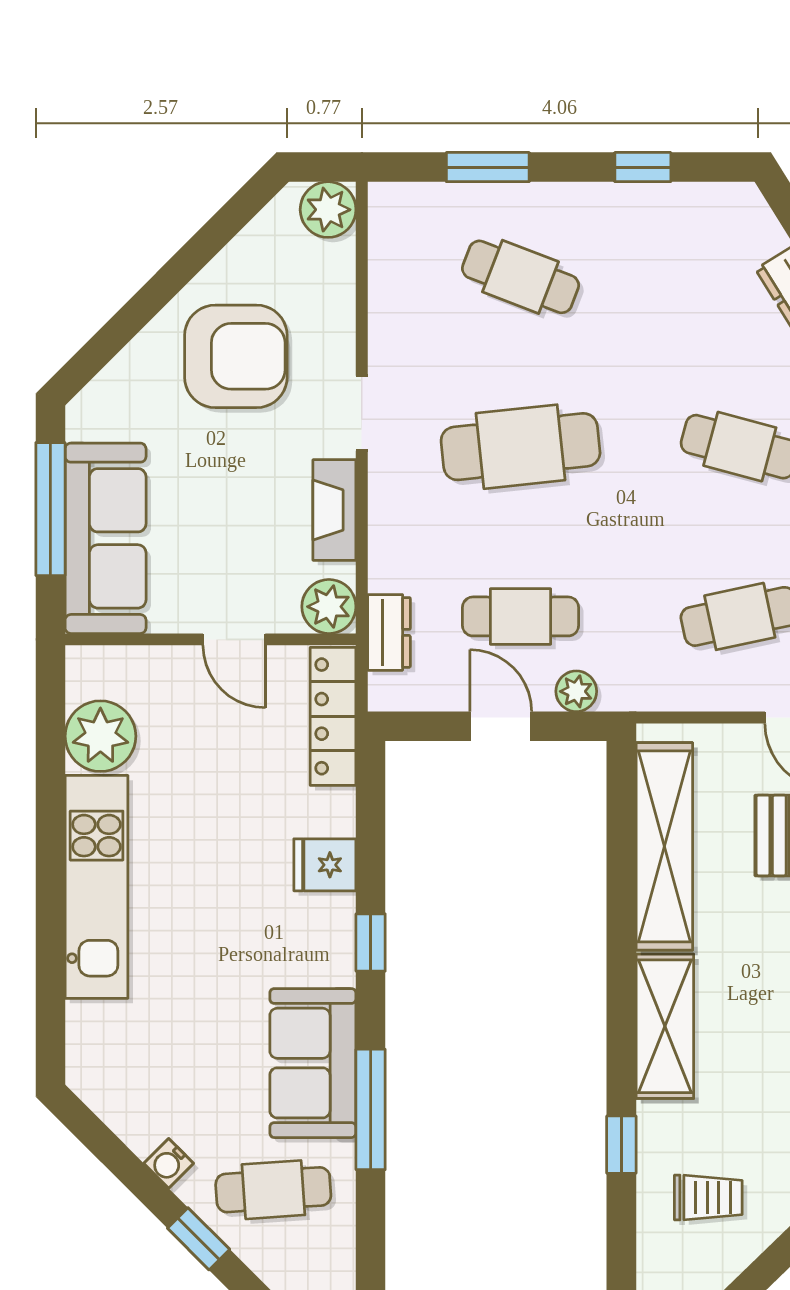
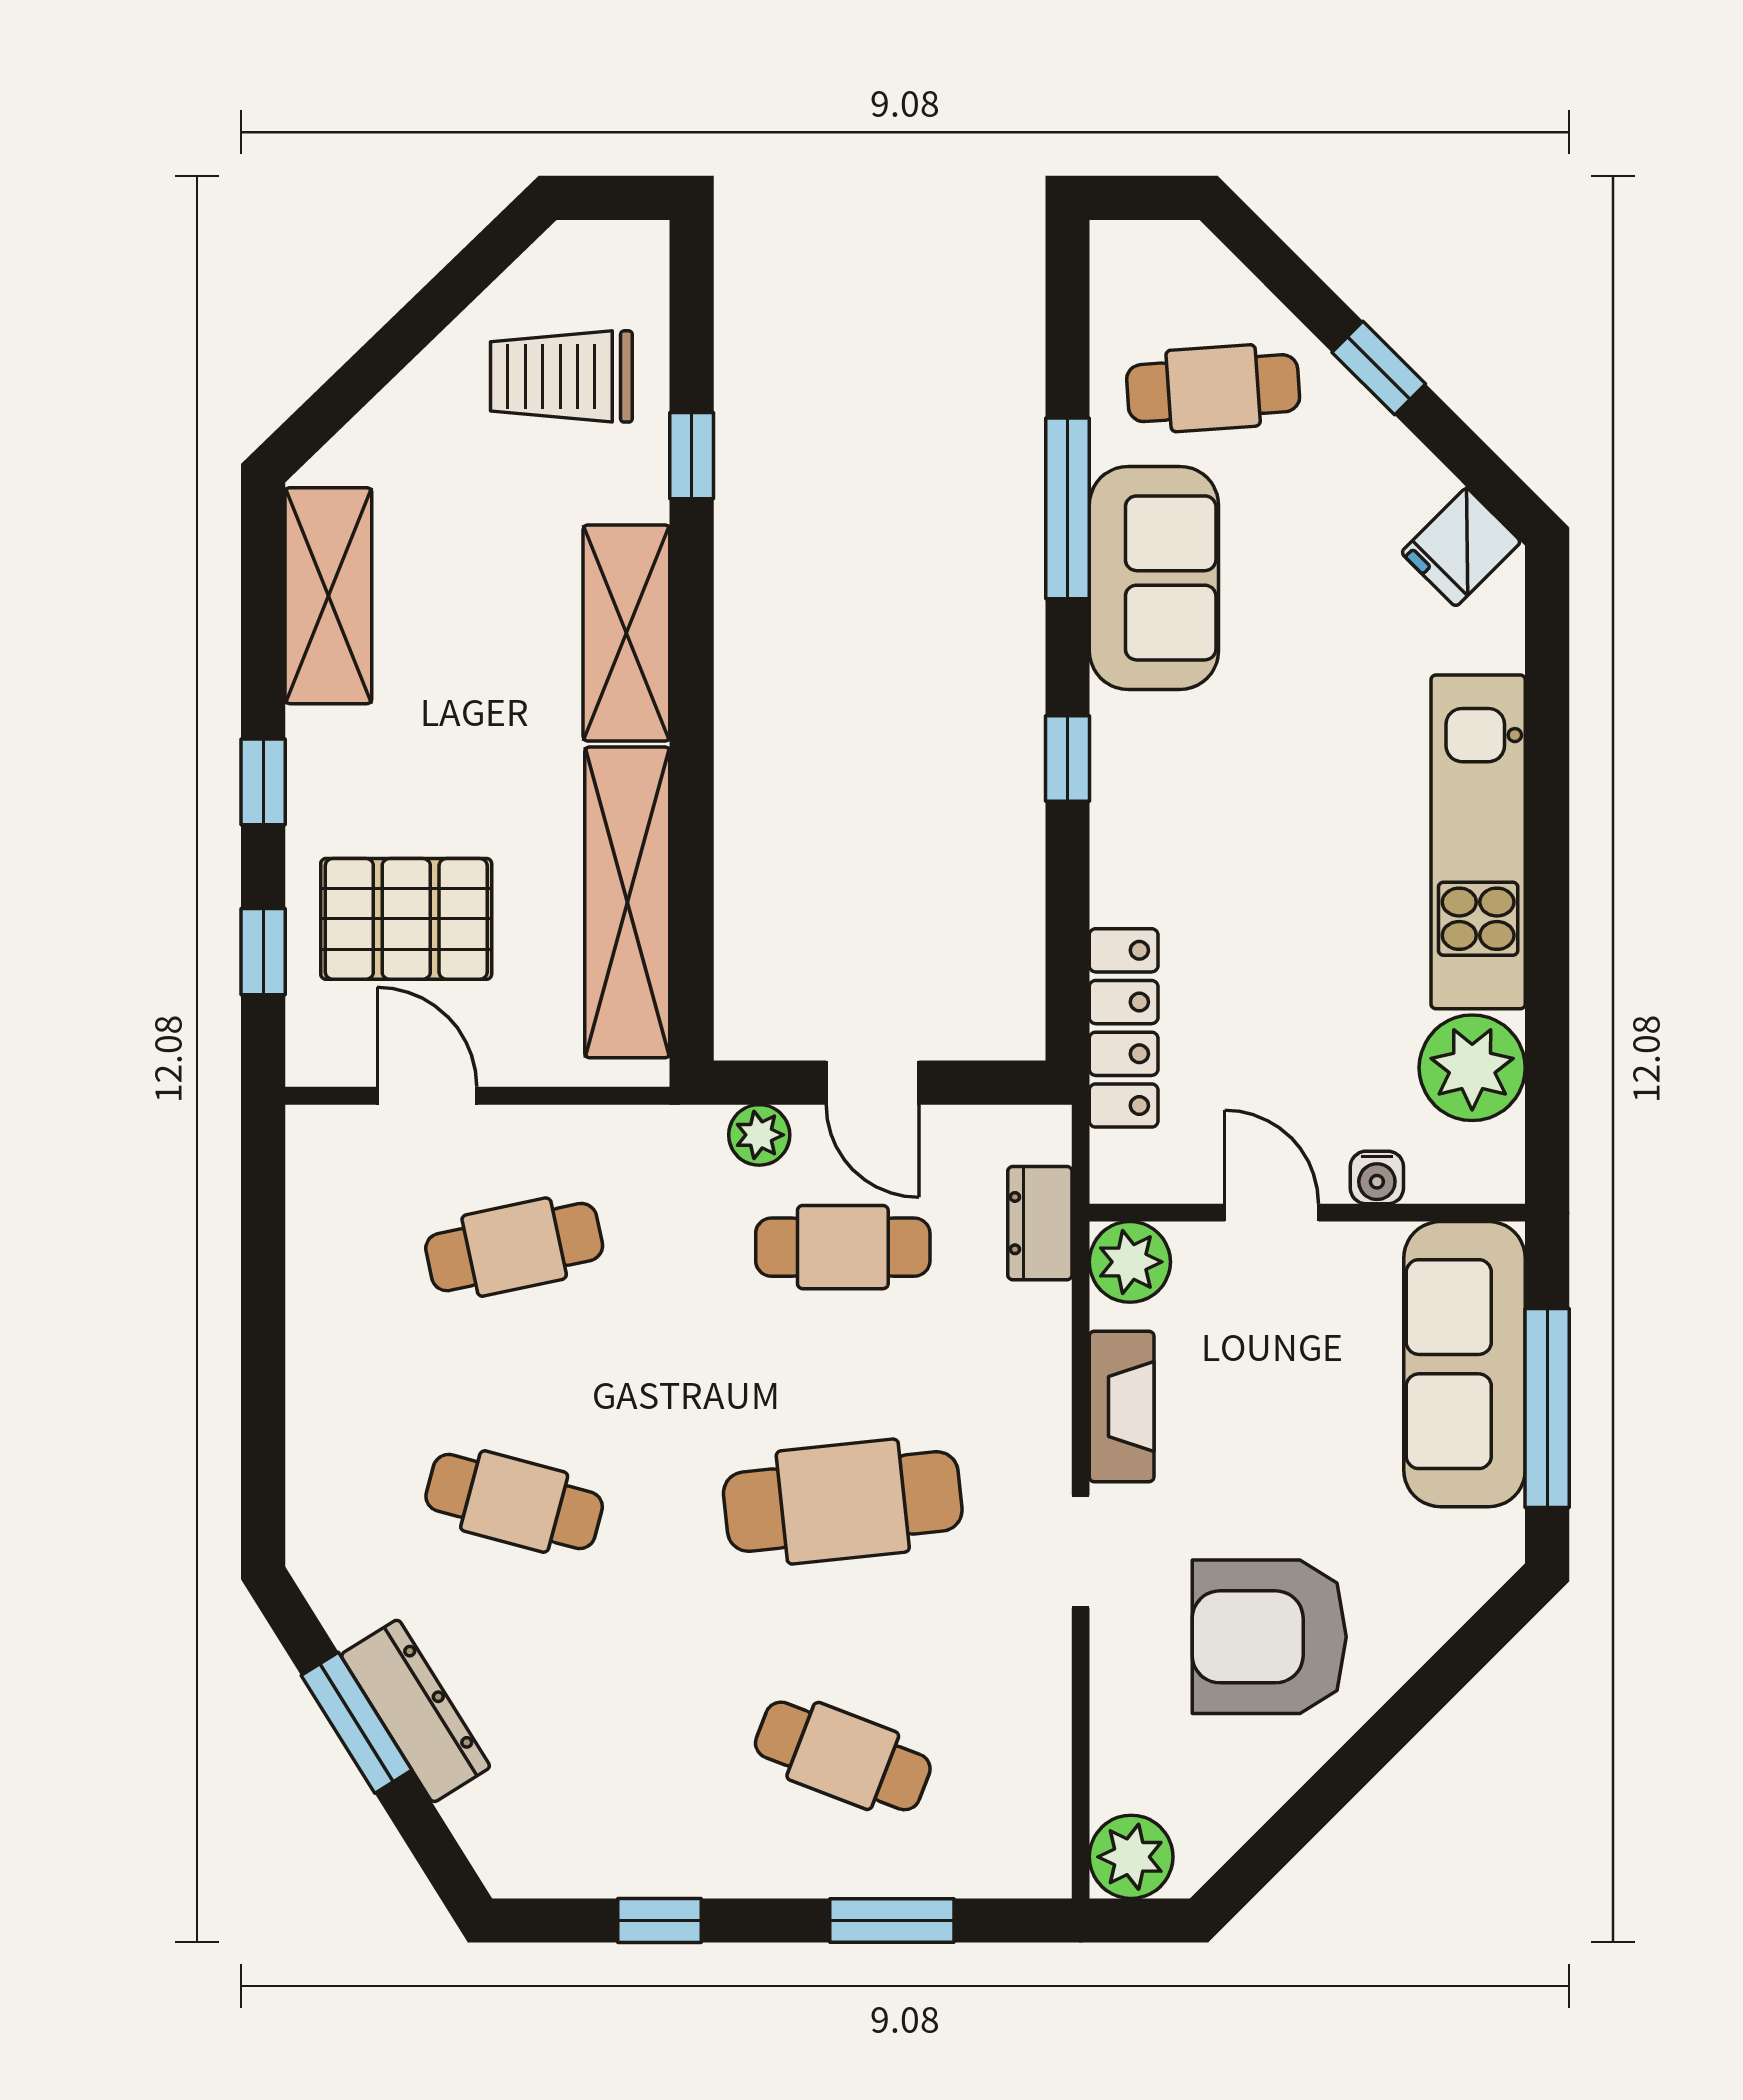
locker: (333, 716) -> (1124, 1028), moved
fridge: (325, 865) -> (1461, 547), moved, turned 135
water cooler: (169, 1163) -> (1377, 1177), moved, turned 135
trolley: (708, 1197) -> (561, 376), width x1.36, depth x1.39
window: (199, 1239) -> (1379, 368), moved

